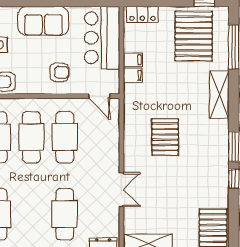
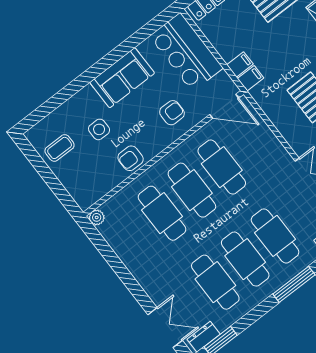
filing cabinet: (133, 60) -> (251, 78), moved
door: (99, 96) -> (224, 106), width x1.38
cafe table: (31, 214) -> (245, 259), added

